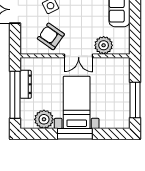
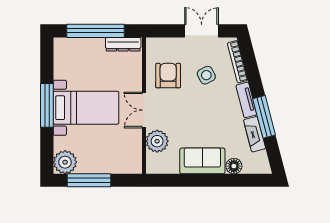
armchair: (51, 36) -> (168, 76), turned -35
dresser: (26, 84) -> (123, 44), moved
plant: (44, 119) -> (65, 162), moved

